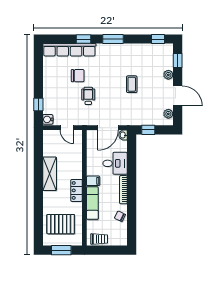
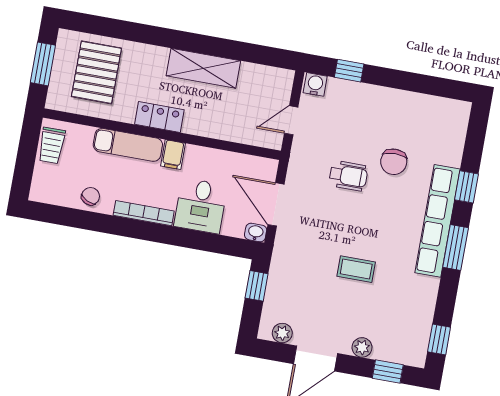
row of seats: (69, 50) -> (438, 221), moved

